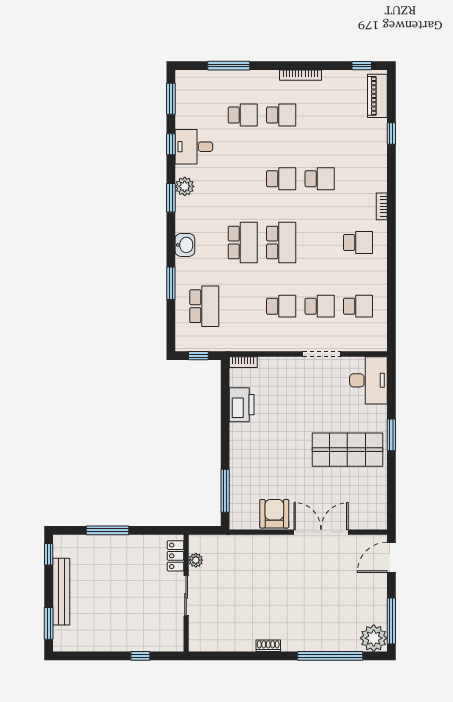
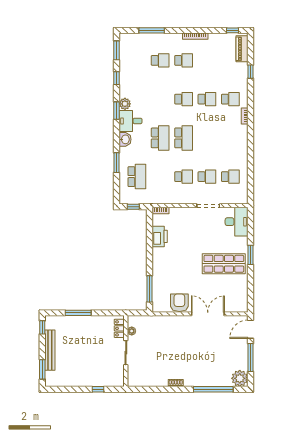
desk: (194, 147) -> (130, 121), moved
school desk: (358, 242) -> (230, 99), moved
window: (391, 621) -> (251, 357), moved

